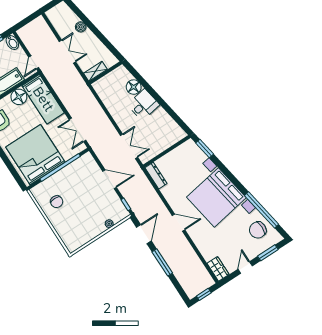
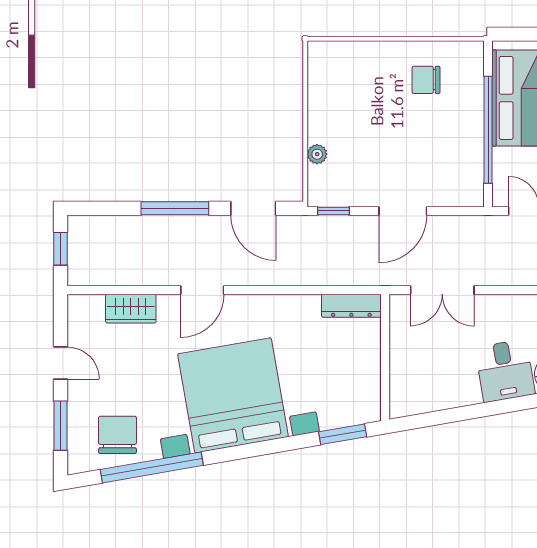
door: (179, 223) -> (202, 290), moved
wardrobe: (218, 269) -> (131, 309), moved

